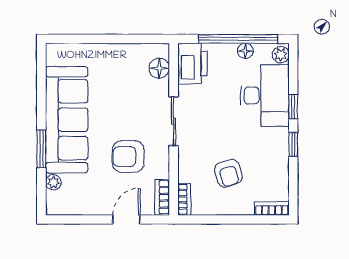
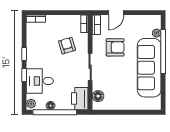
desk: (265, 96) -> (40, 81), width x0.73
window: (41, 149) -> (163, 52), width x2.11
armchair: (228, 173) -> (67, 46), moved

